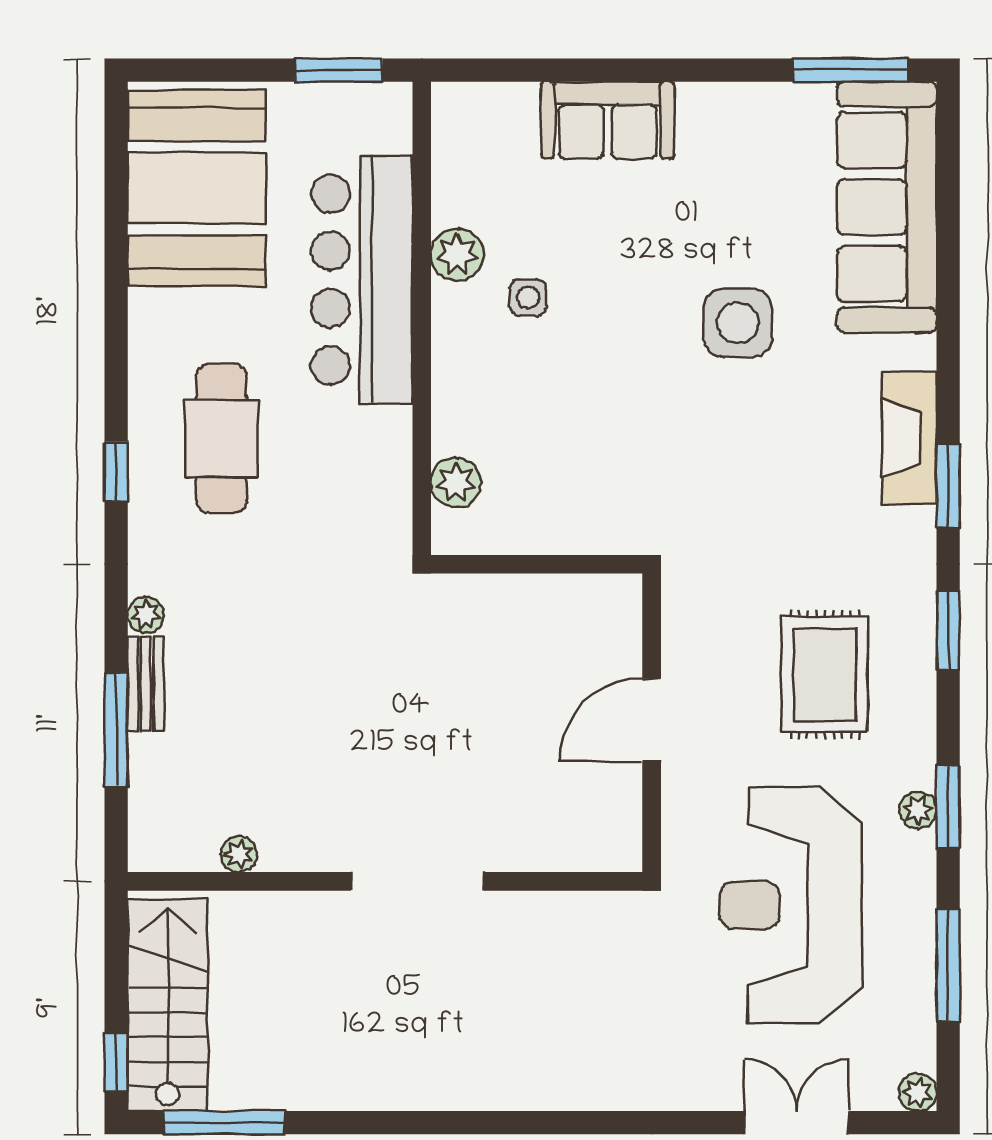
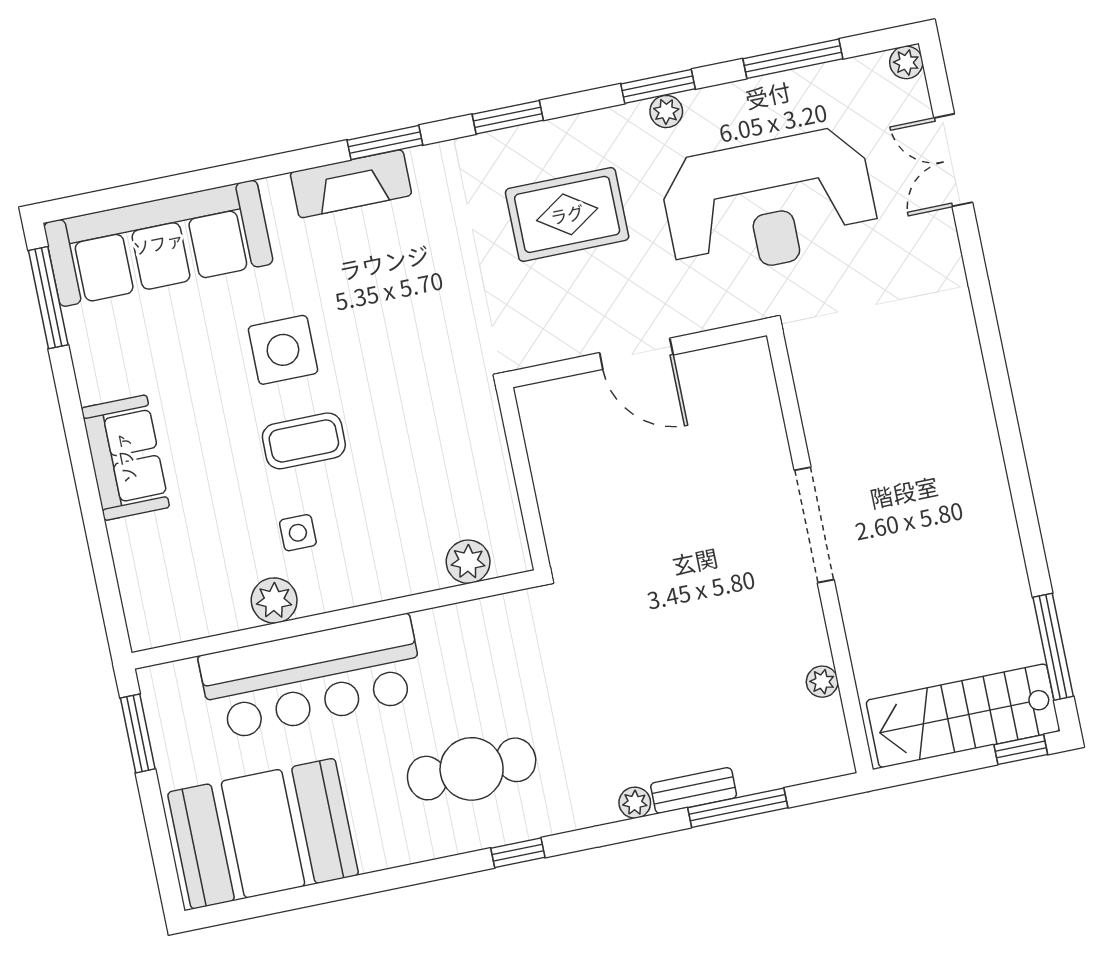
sofa: (608, 120) -> (125, 458), moved
coffee table: (630, 325) -> (304, 441), added

